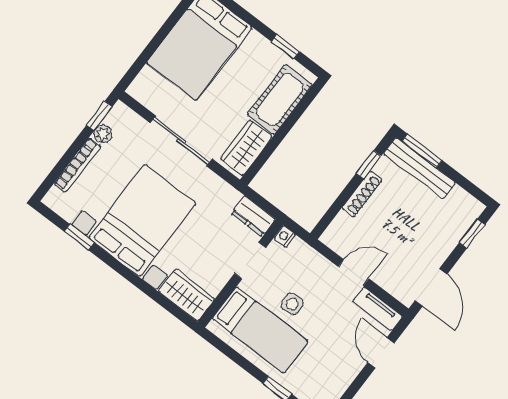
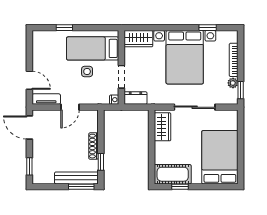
cot: (280, 100) -> (173, 174), moved, turned 90

